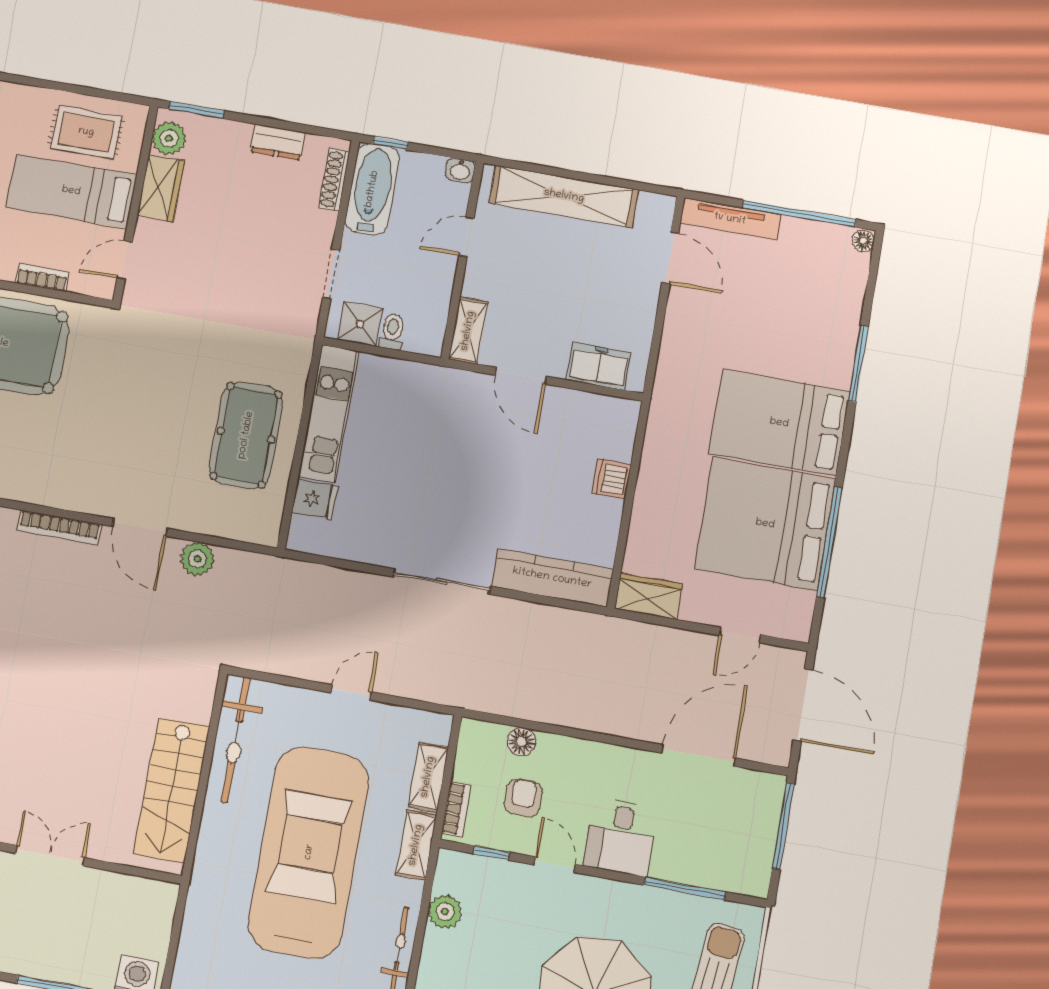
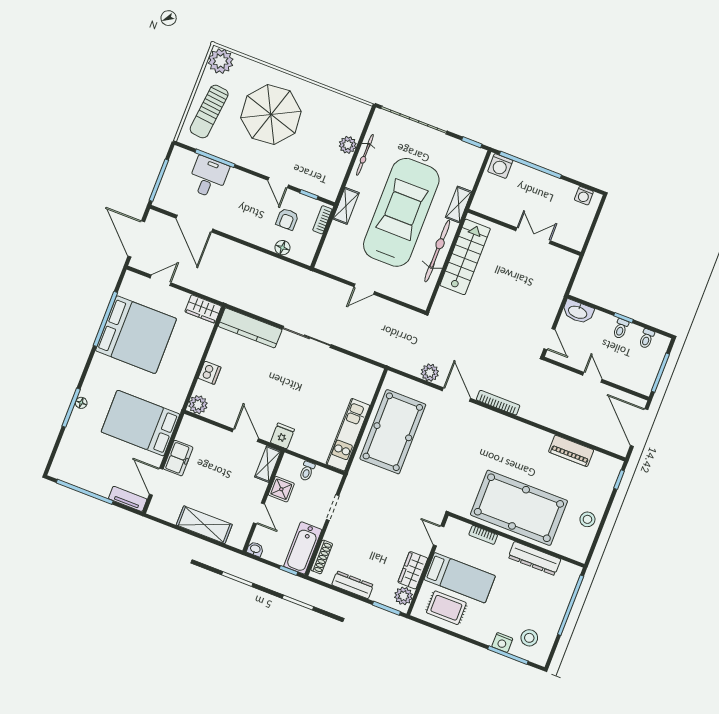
dresser: (278, 142) -> (353, 585), width x1.44
shelving: (564, 196) -> (204, 525), width x0.68
tv unit: (730, 219) -> (128, 499), width x0.71
door: (466, 237) -> (259, 513), hinge flipped
floor lamp: (863, 241) -> (81, 403), moved
door: (125, 260) -> (439, 536), swing flipped
shower: (360, 324) -> (281, 489), moved
freezer: (599, 366) -> (178, 458), moved, turned -90
plant: (621, 415) -> (198, 405), added
bed: (779, 423) -> (140, 423), moved, turned 180
pool table: (246, 435) -> (393, 432), width x1.36, depth x1.32
fridge: (315, 499) -> (282, 436), moved, turned 90
bicycle: (236, 740) -> (437, 251), moved
door: (698, 755) -> (194, 224), hinge flipped
shelving: (428, 777) -> (458, 204), moved
desk: (621, 837) -> (208, 177), moved
car: (309, 852) -> (401, 212), turned 180
double door: (50, 855) -> (533, 236), swing flipped
plant: (445, 912) -> (348, 145), moved

